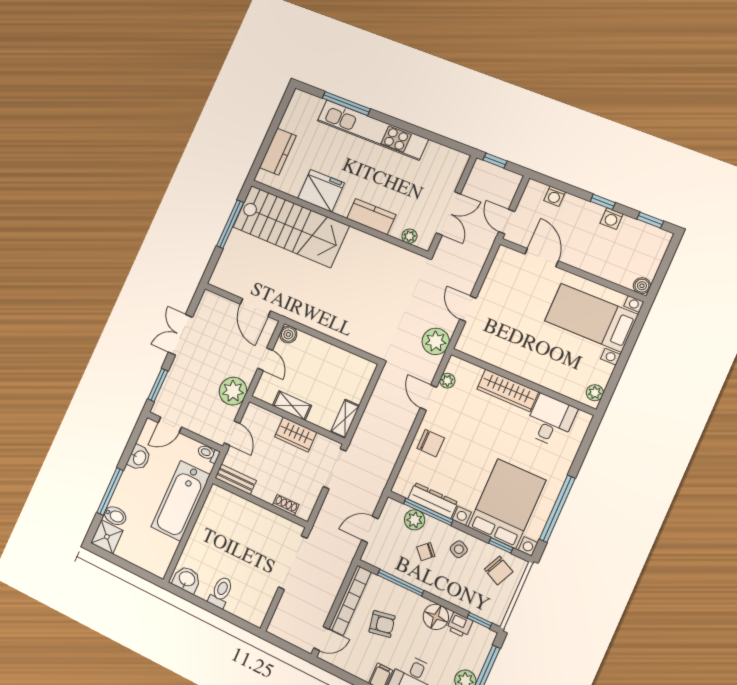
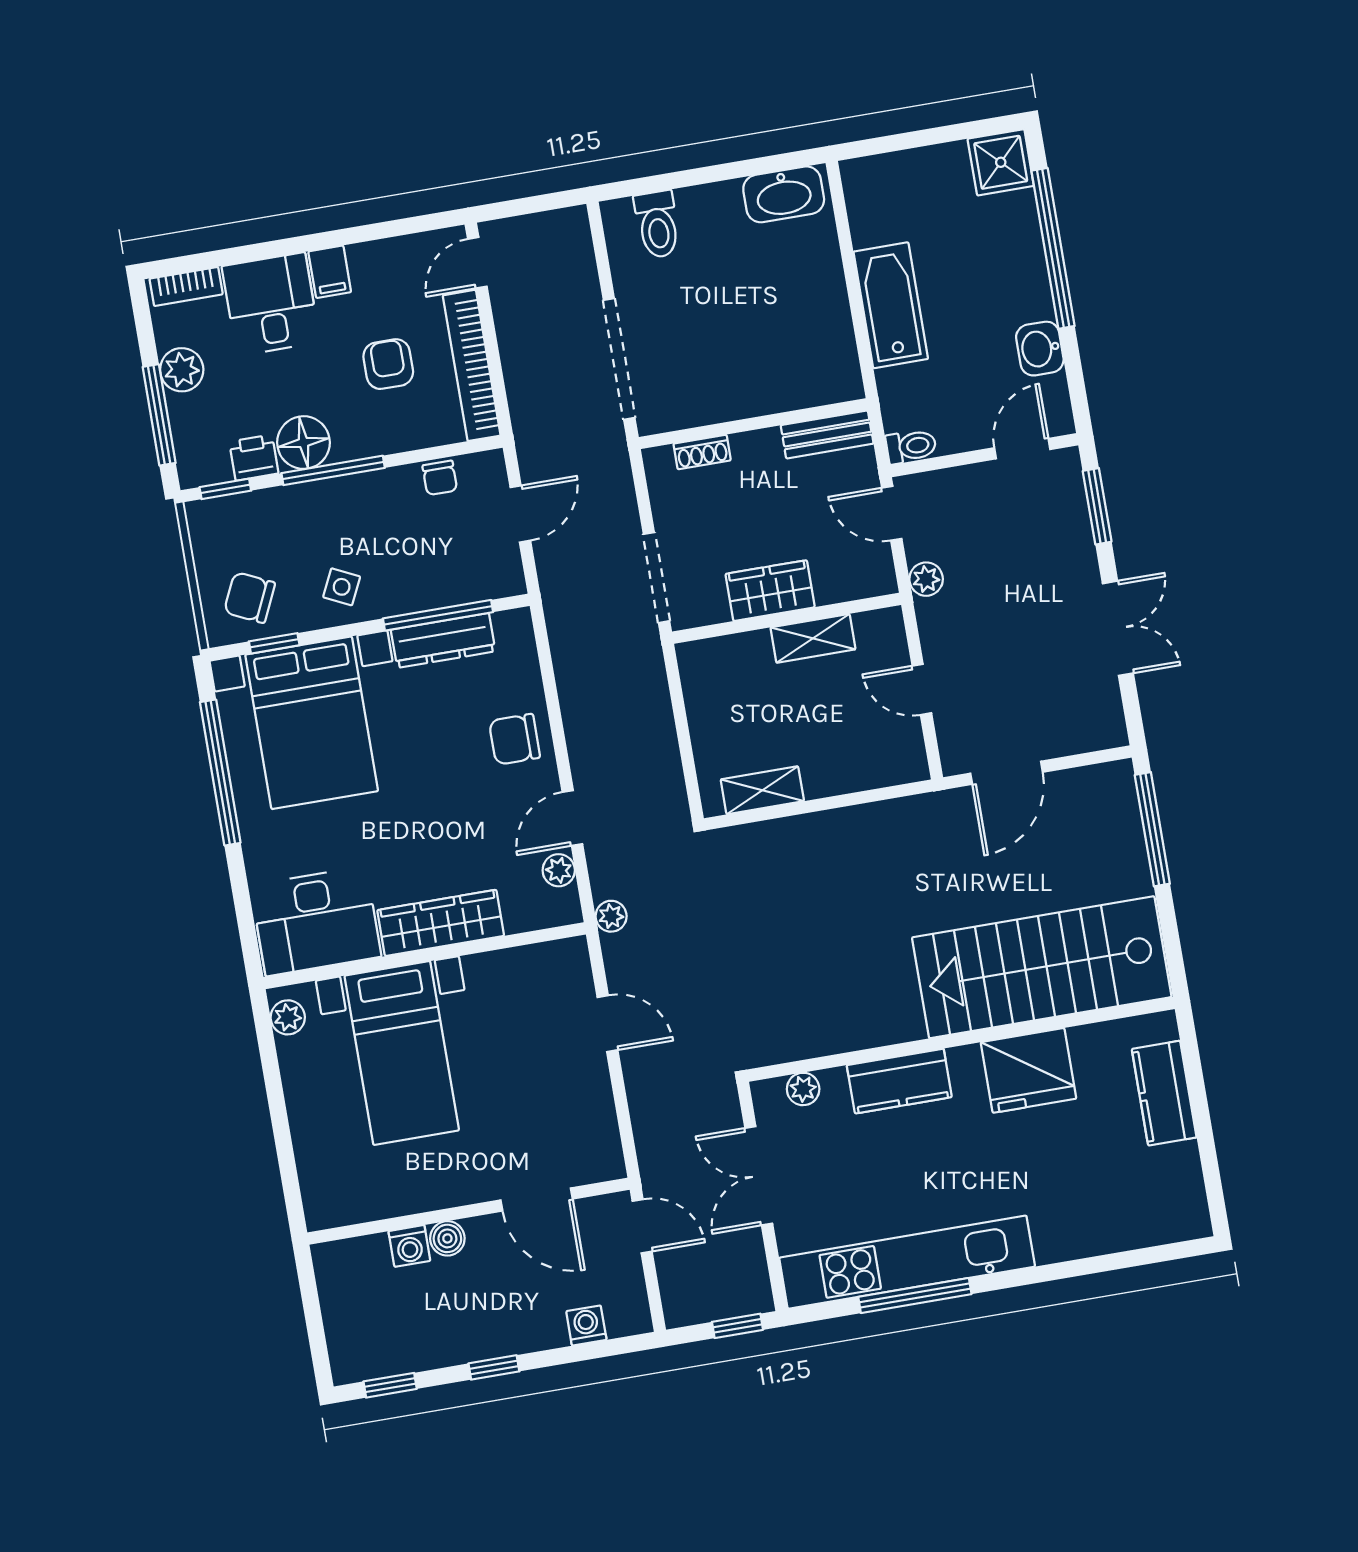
window: (346, 104) -> (915, 1296), moved
kitchen unit: (372, 130) -> (907, 1262), moved
washing machine: (612, 219) -> (409, 1246), moved, turned 180
window: (230, 224) -> (1152, 829), moved
boiler: (642, 286) -> (447, 1238), moved
door: (255, 308) -> (1007, 773), swing flipped
bed with nightstands: (591, 318) -> (402, 1053), moved, turned 90
boiler: (288, 334) -> (909, 764), removed
plant: (436, 341) -> (611, 916), width x0.53, depth x0.53
plant: (233, 391) -> (926, 579), width x0.53, depth x0.53
door: (429, 398) -> (572, 818), swing flipped
shelving: (345, 419) -> (762, 790), moved, turned 90
desk: (550, 421) -> (316, 921), width x1.37
window: (110, 492) -> (1053, 248), width x1.46
bathtub: (181, 501) -> (891, 305), width x0.73, depth x0.73
bidet: (115, 516) -> (1012, 211), removed
plant: (415, 520) -> (453, 585), removed
chair: (426, 552) -> (440, 478), moved, turned 133
washbasin: (187, 579) -> (784, 194), width x1.38
window: (401, 583) -> (333, 470), moved
toilet: (221, 592) -> (657, 224), moved
armchair: (382, 624) -> (388, 364), turned 101

